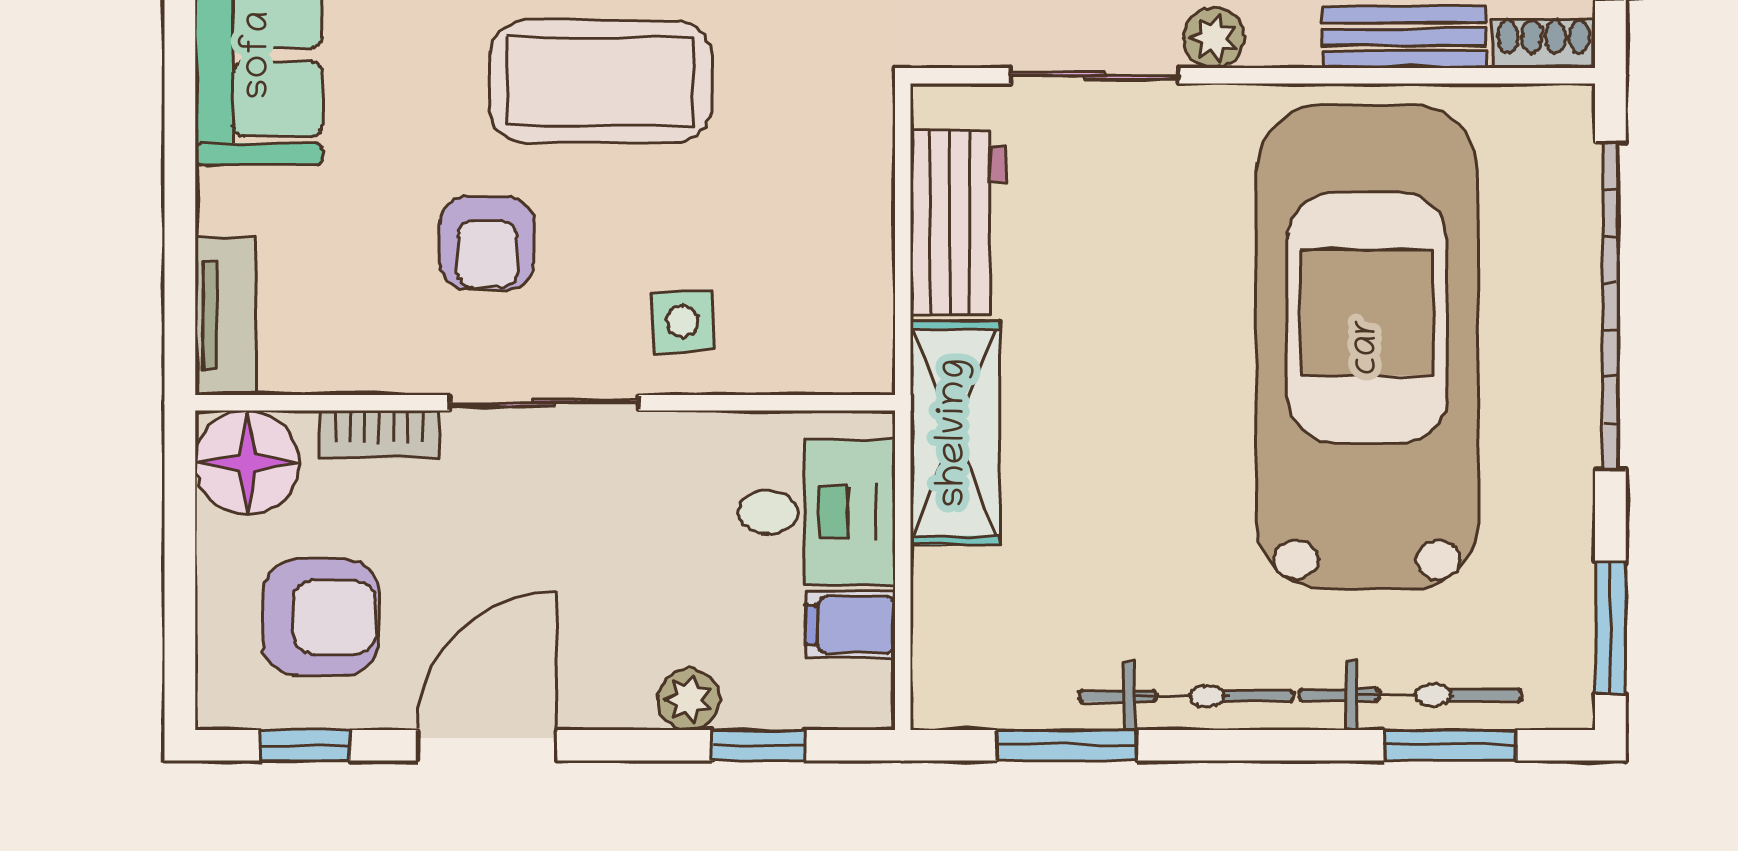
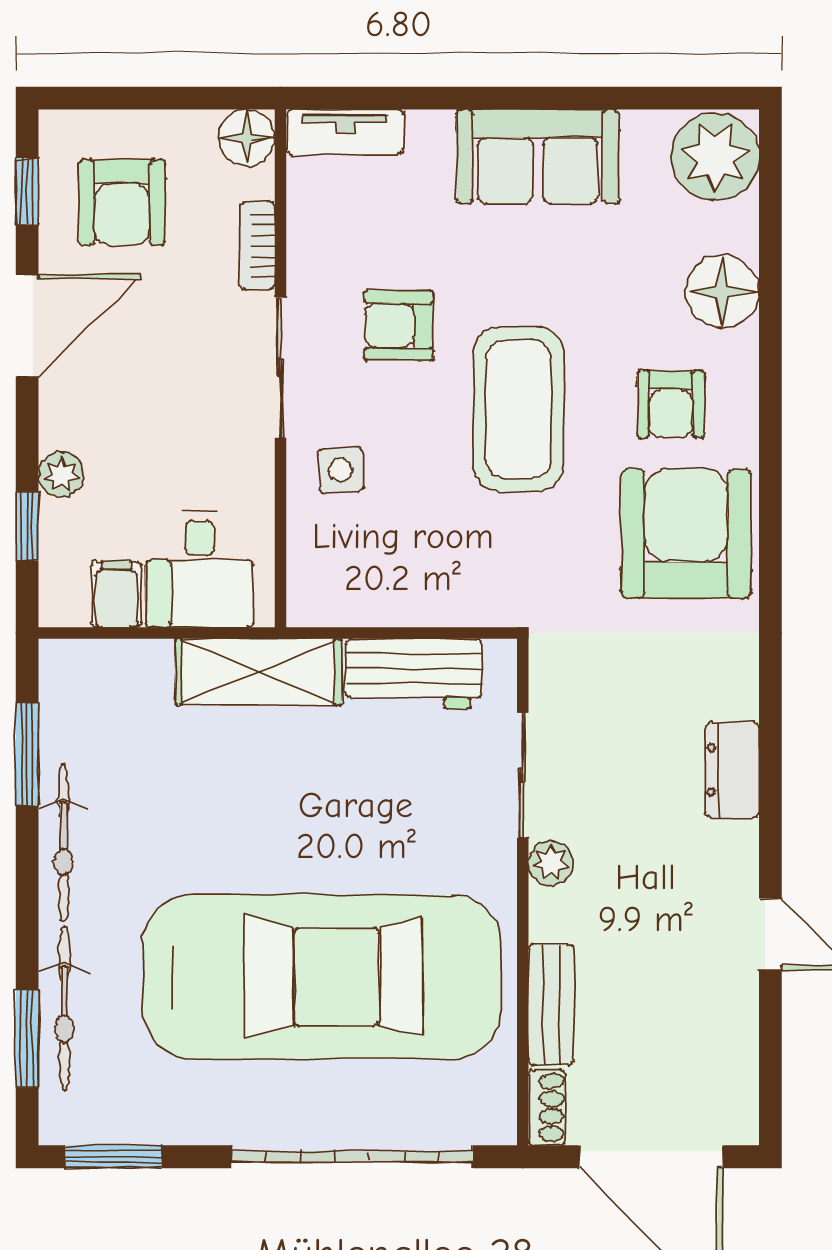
floor lamp: (247, 463) -> (247, 138), width x0.73, depth x0.73
door: (487, 745) -> (27, 326), hinge flipped

